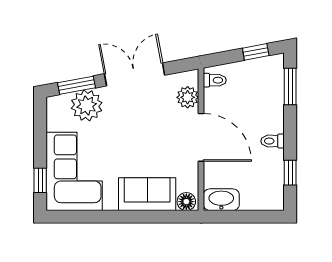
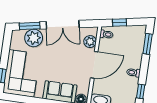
window: (256, 52) -> (119, 22), moved
double door: (135, 74) -> (63, 25), swing flipped
door: (201, 137) -> (94, 65), hinge flipped

